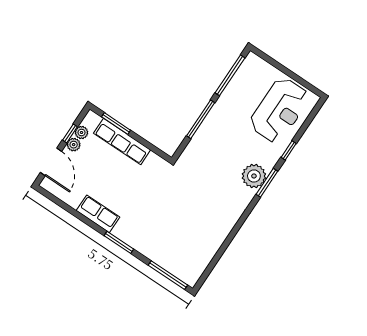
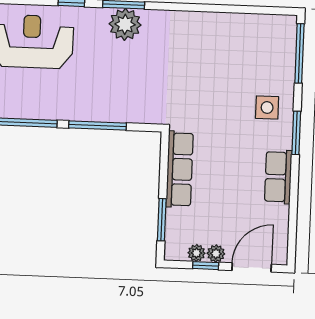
row of seats: (122, 142) -> (180, 169), moved
side table: (146, 234) -> (267, 108), added

